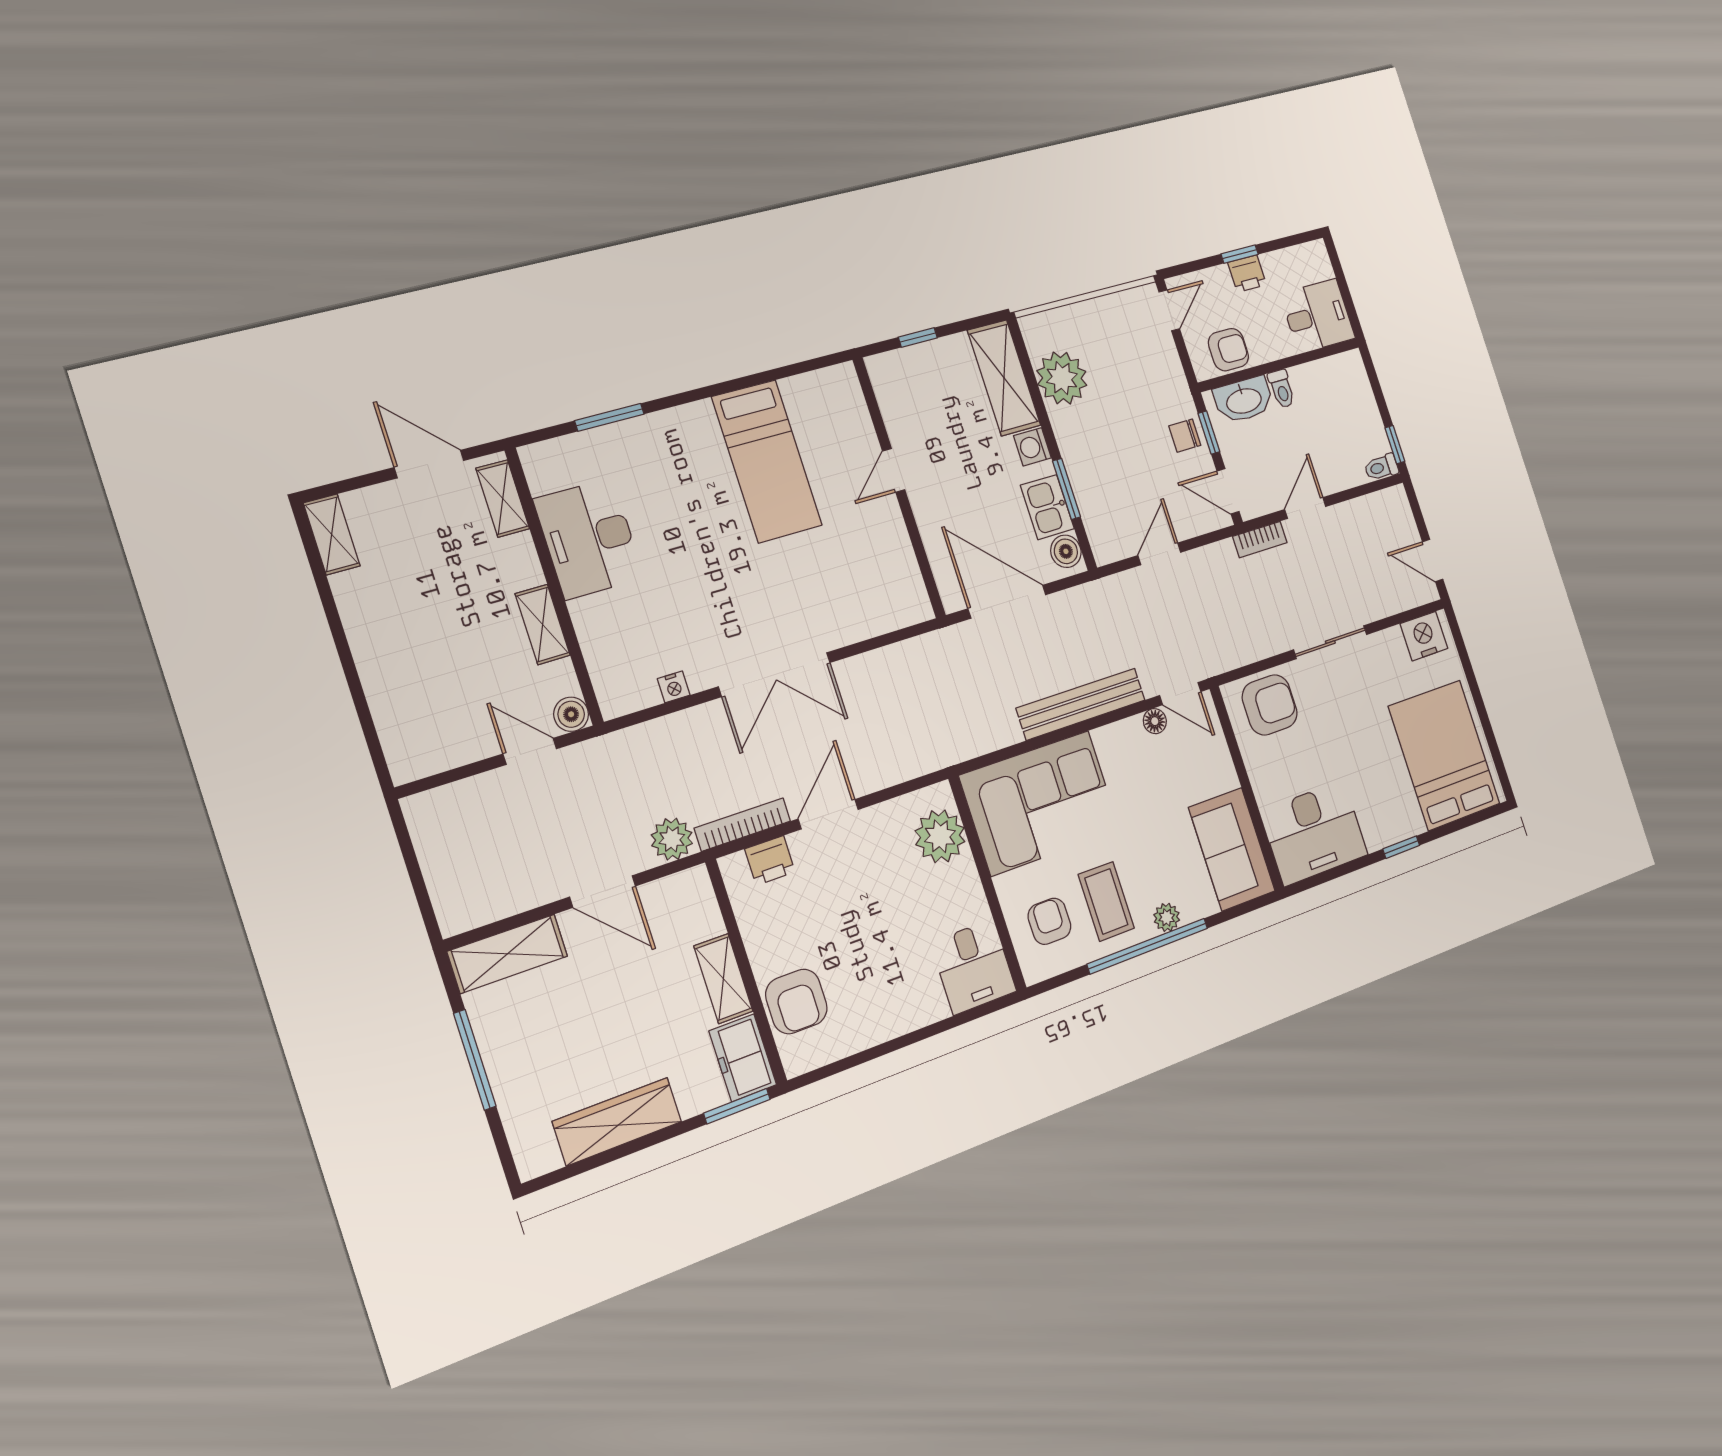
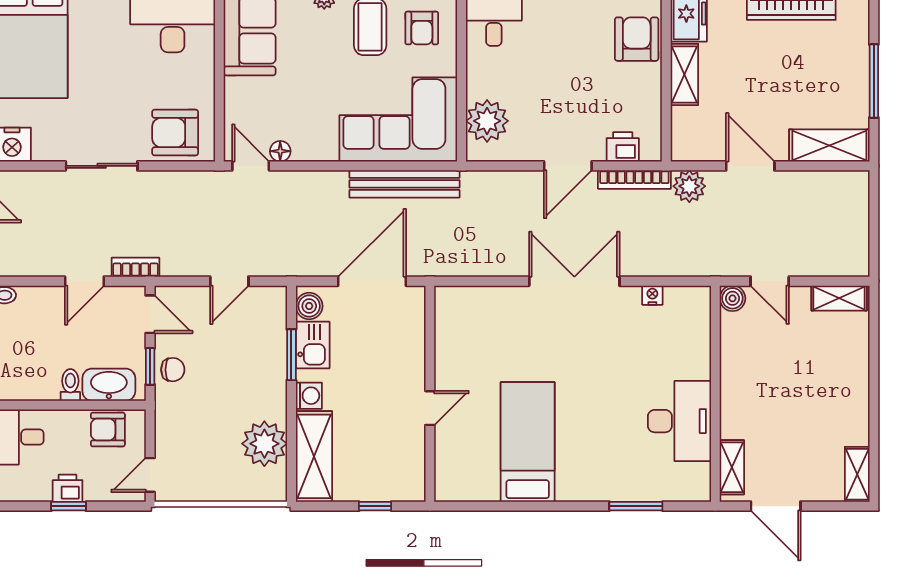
door: (1007, 602) -> (372, 281), swing flipped
shelving: (543, 624) -> (839, 298), moved, turned 90
bench: (1081, 704) -> (404, 184), moved

